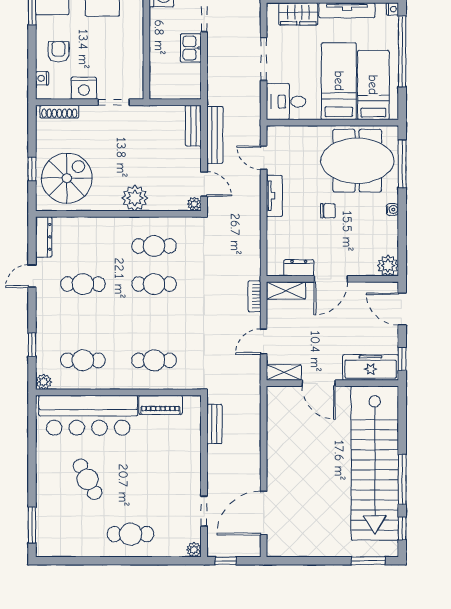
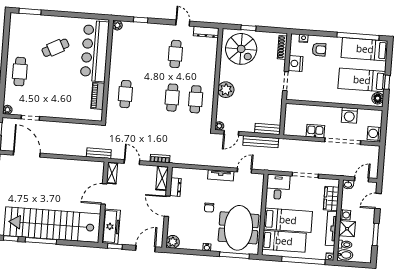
cafe table: (83, 360) -> (129, 50), removed
bench: (214, 424) -> (99, 153), moved

